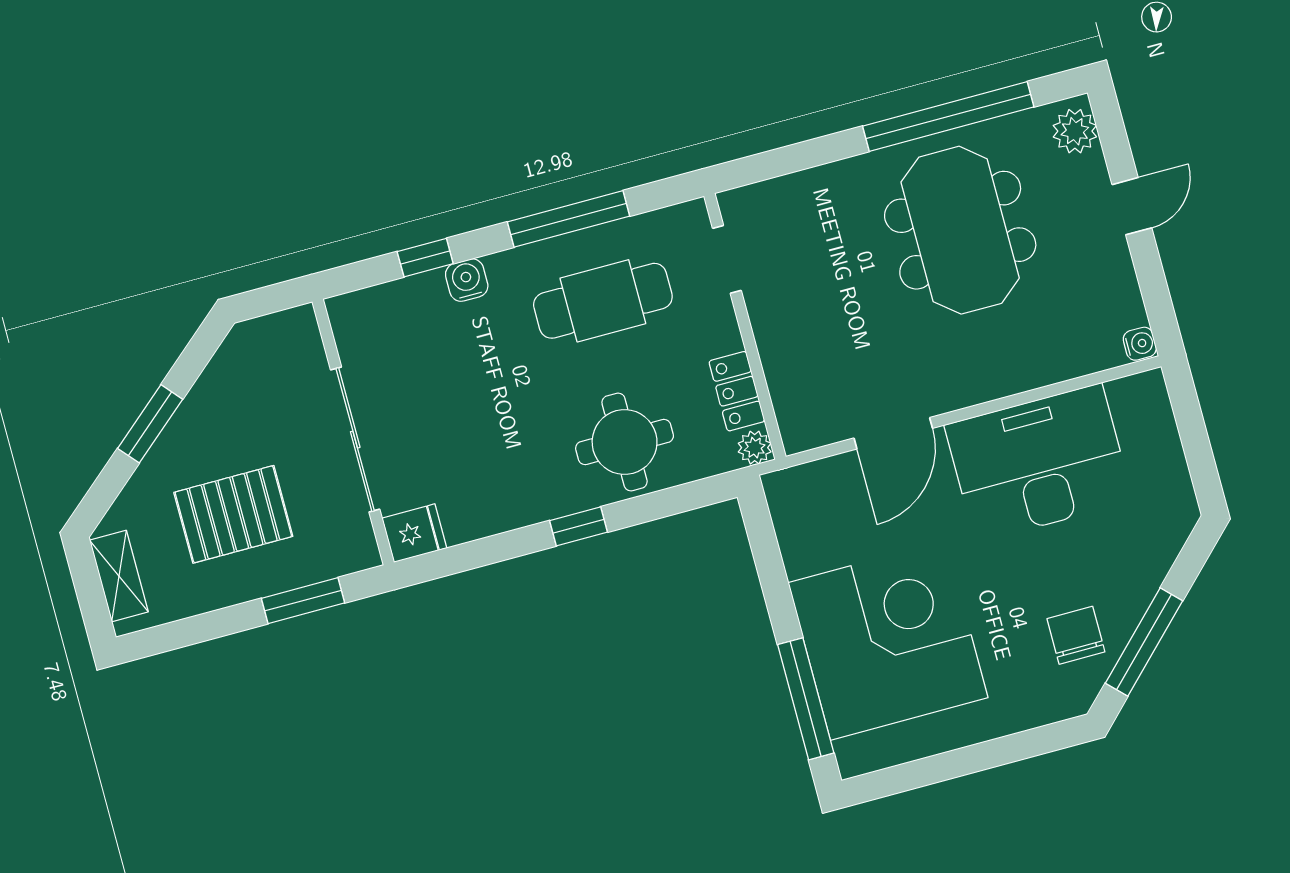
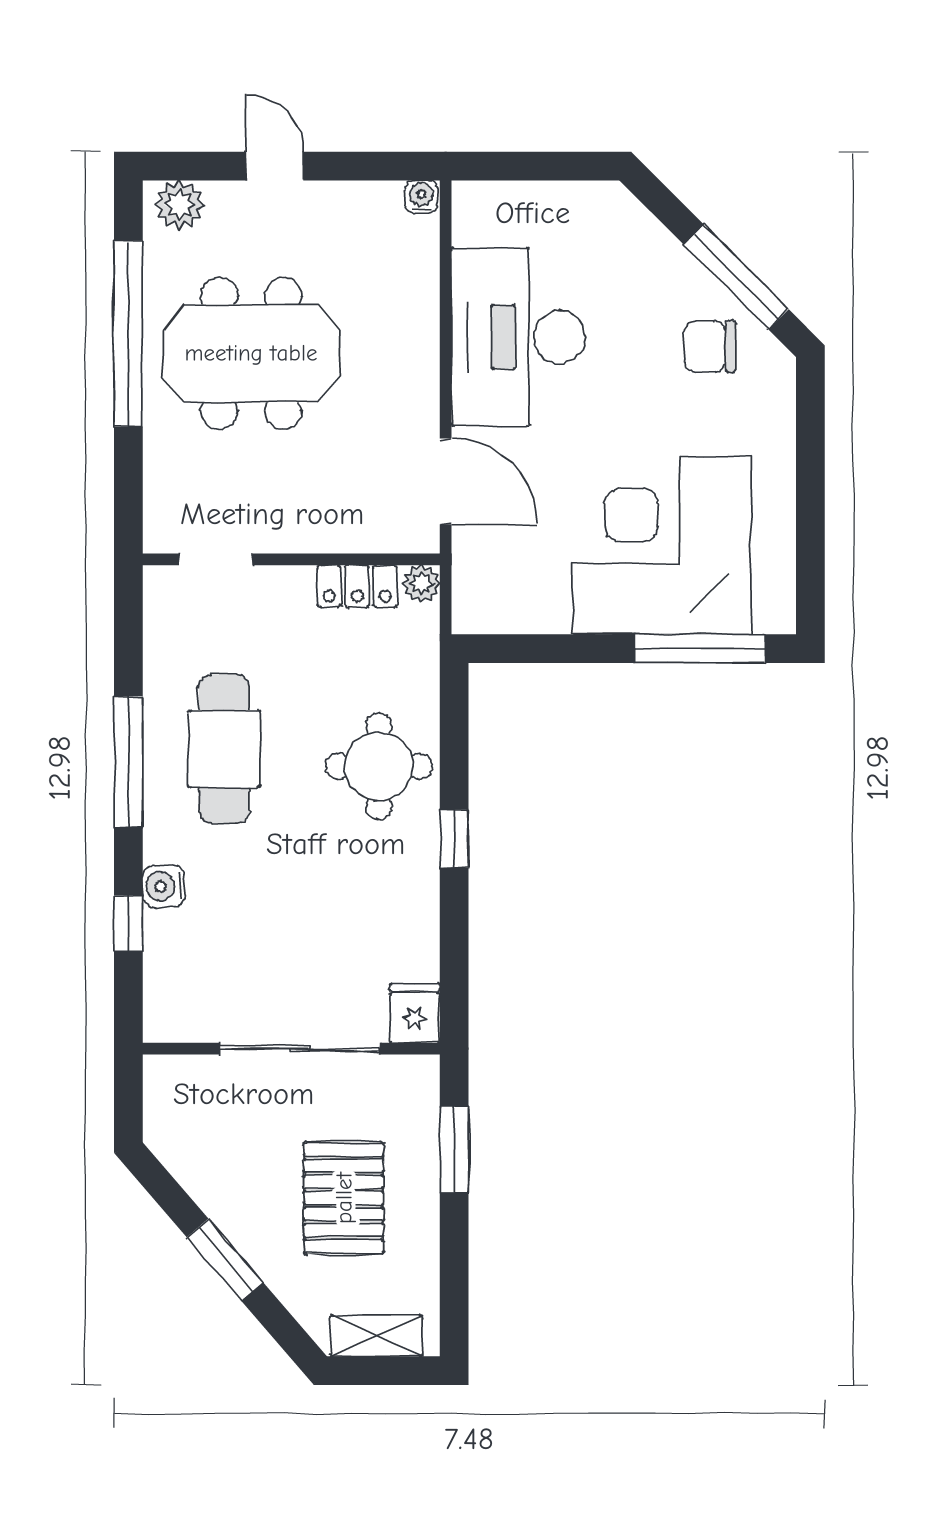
doorway: (727, 259) -> (216, 559), moved
wall: (745, 326) -> (291, 559), moved
locker: (737, 391) -> (357, 586), moved
plant: (755, 448) -> (421, 584), moved

